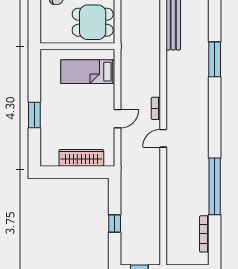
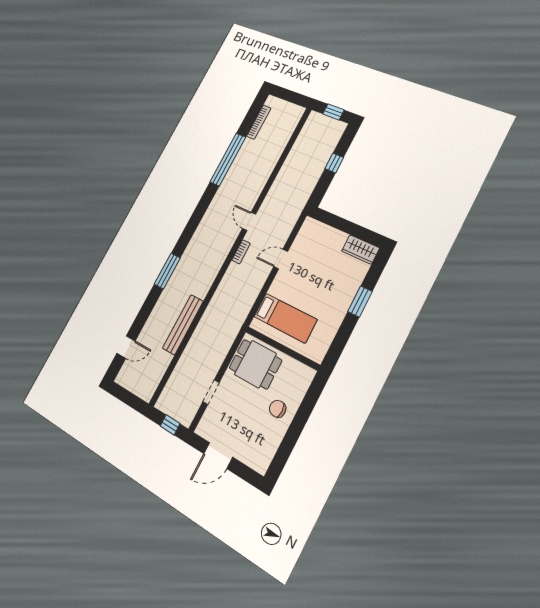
door: (163, 138) -> (249, 221), swing flipped
wardrobe: (81, 158) -> (361, 249), moved, width x0.67

